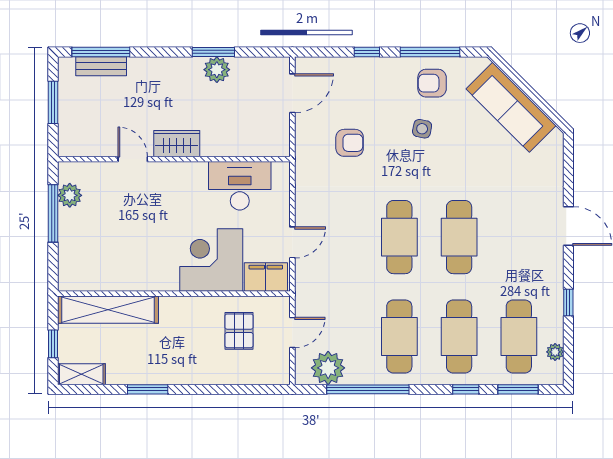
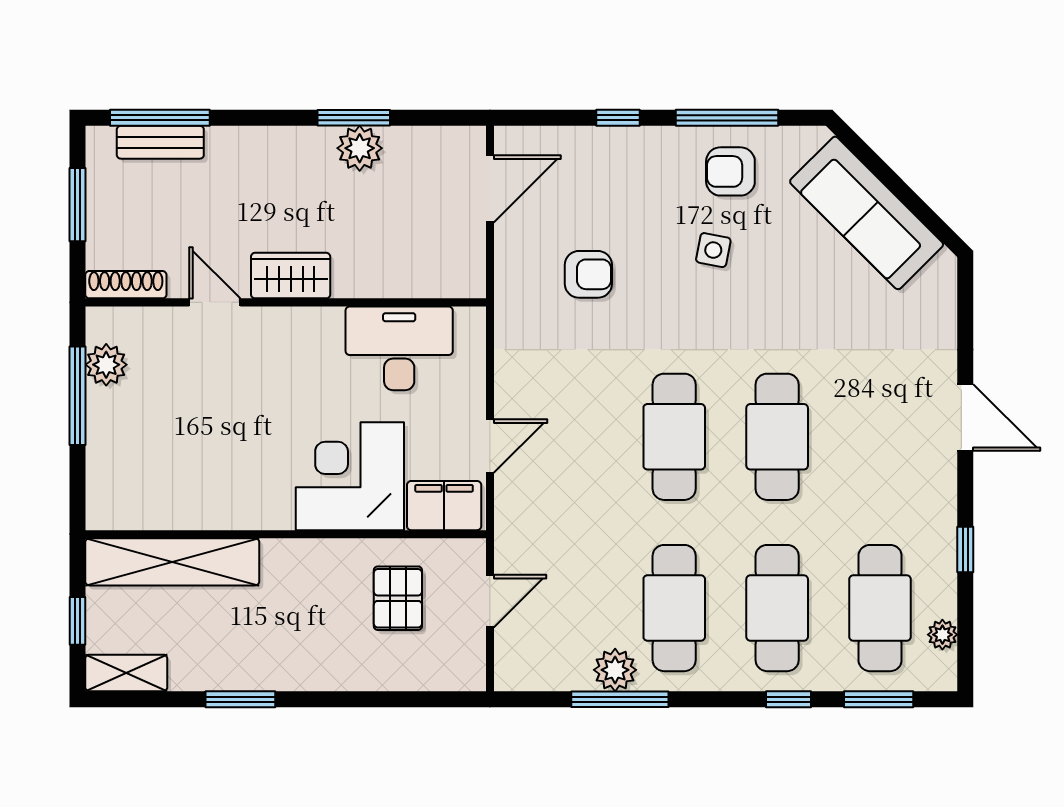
shoe rack: (81, 149) -> (126, 285), added
plant: (328, 368) -> (615, 670), moved, width x0.73, depth x0.73
window: (368, 389) -> (620, 699), width x0.68

